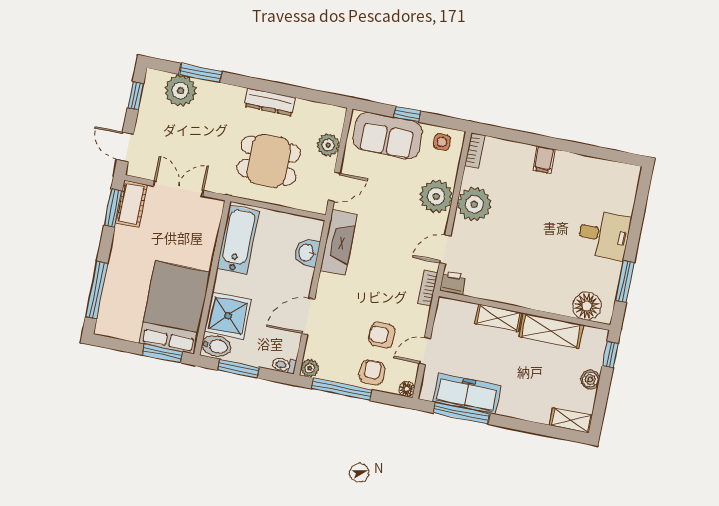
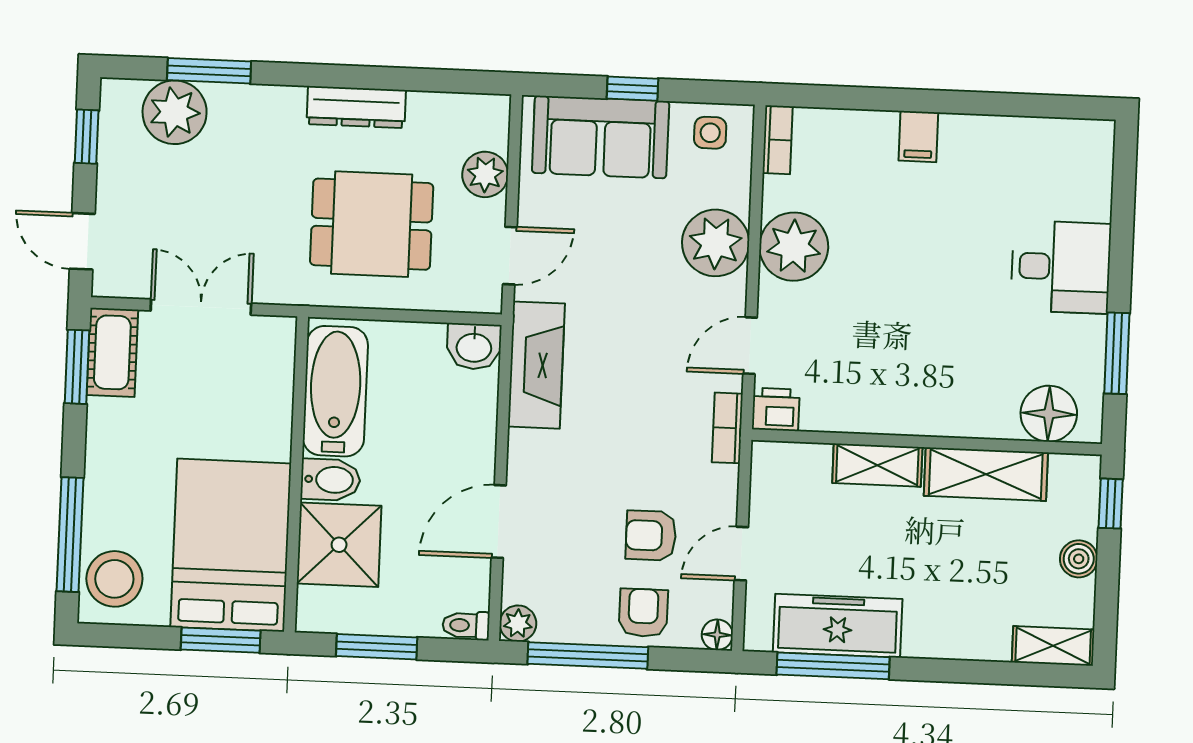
washbasin: (307, 253) -> (474, 346), moved, turned -90
stool: (115, 315) -> (114, 579), added
bidet: (216, 346) -> (330, 480), moved

